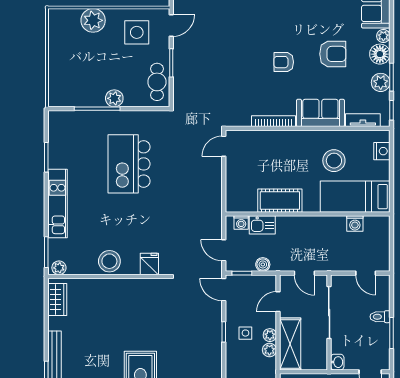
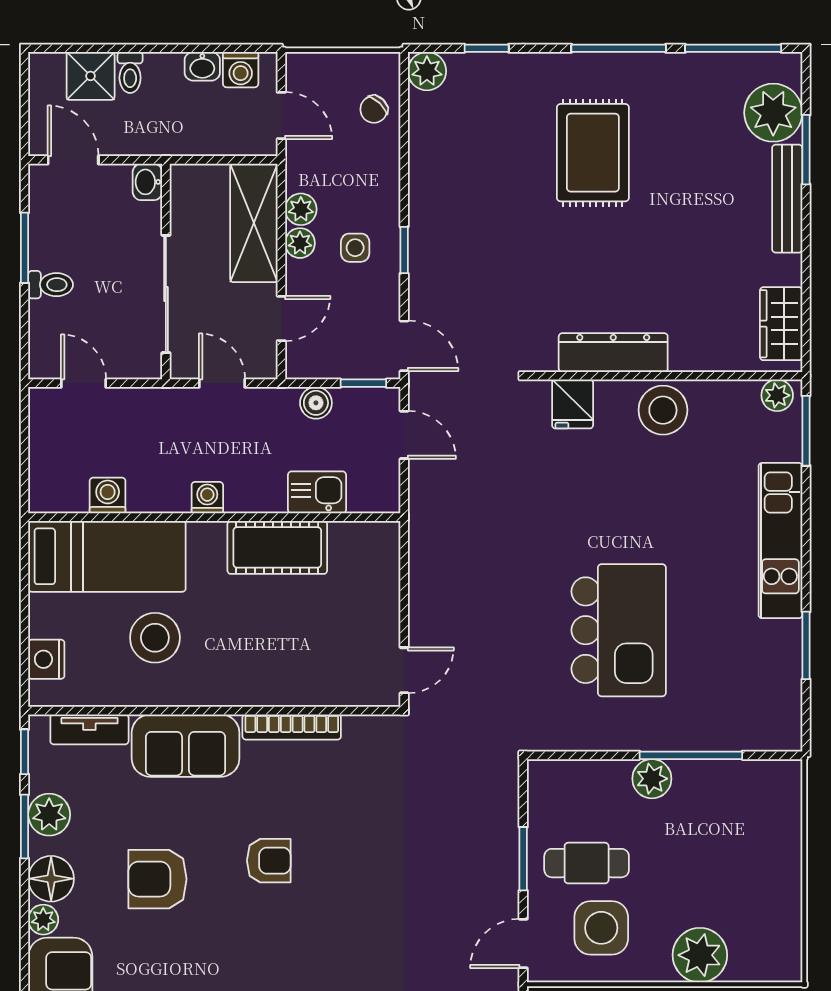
cafe table: (157, 82) -> (587, 863), moved, turned 90
washing machine: (241, 223) -> (207, 498), moved
dresser: (131, 287) -> (613, 353), added

